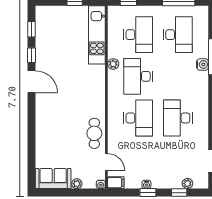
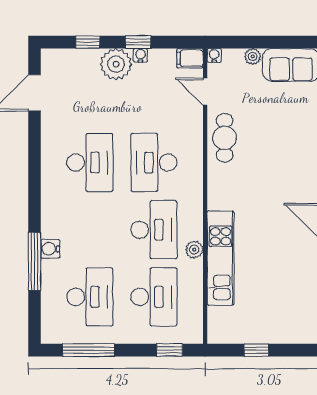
kitchen unit: (97, 35) -> (221, 258), moved
desk: (138, 35) -> (154, 297), turned 180
desk: (178, 35) -> (90, 297), turned 180
plant: (187, 184) -> (116, 64), moved, width x1.87, depth x1.87

